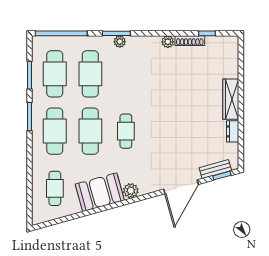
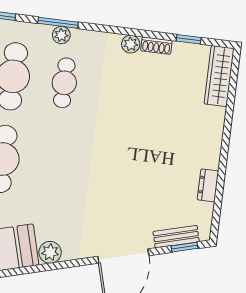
shoe rack: (190, 41) -> (156, 46), width x0.70
wardrobe: (231, 99) -> (219, 76), moved
cafe table: (126, 131) -> (64, 83), moved

